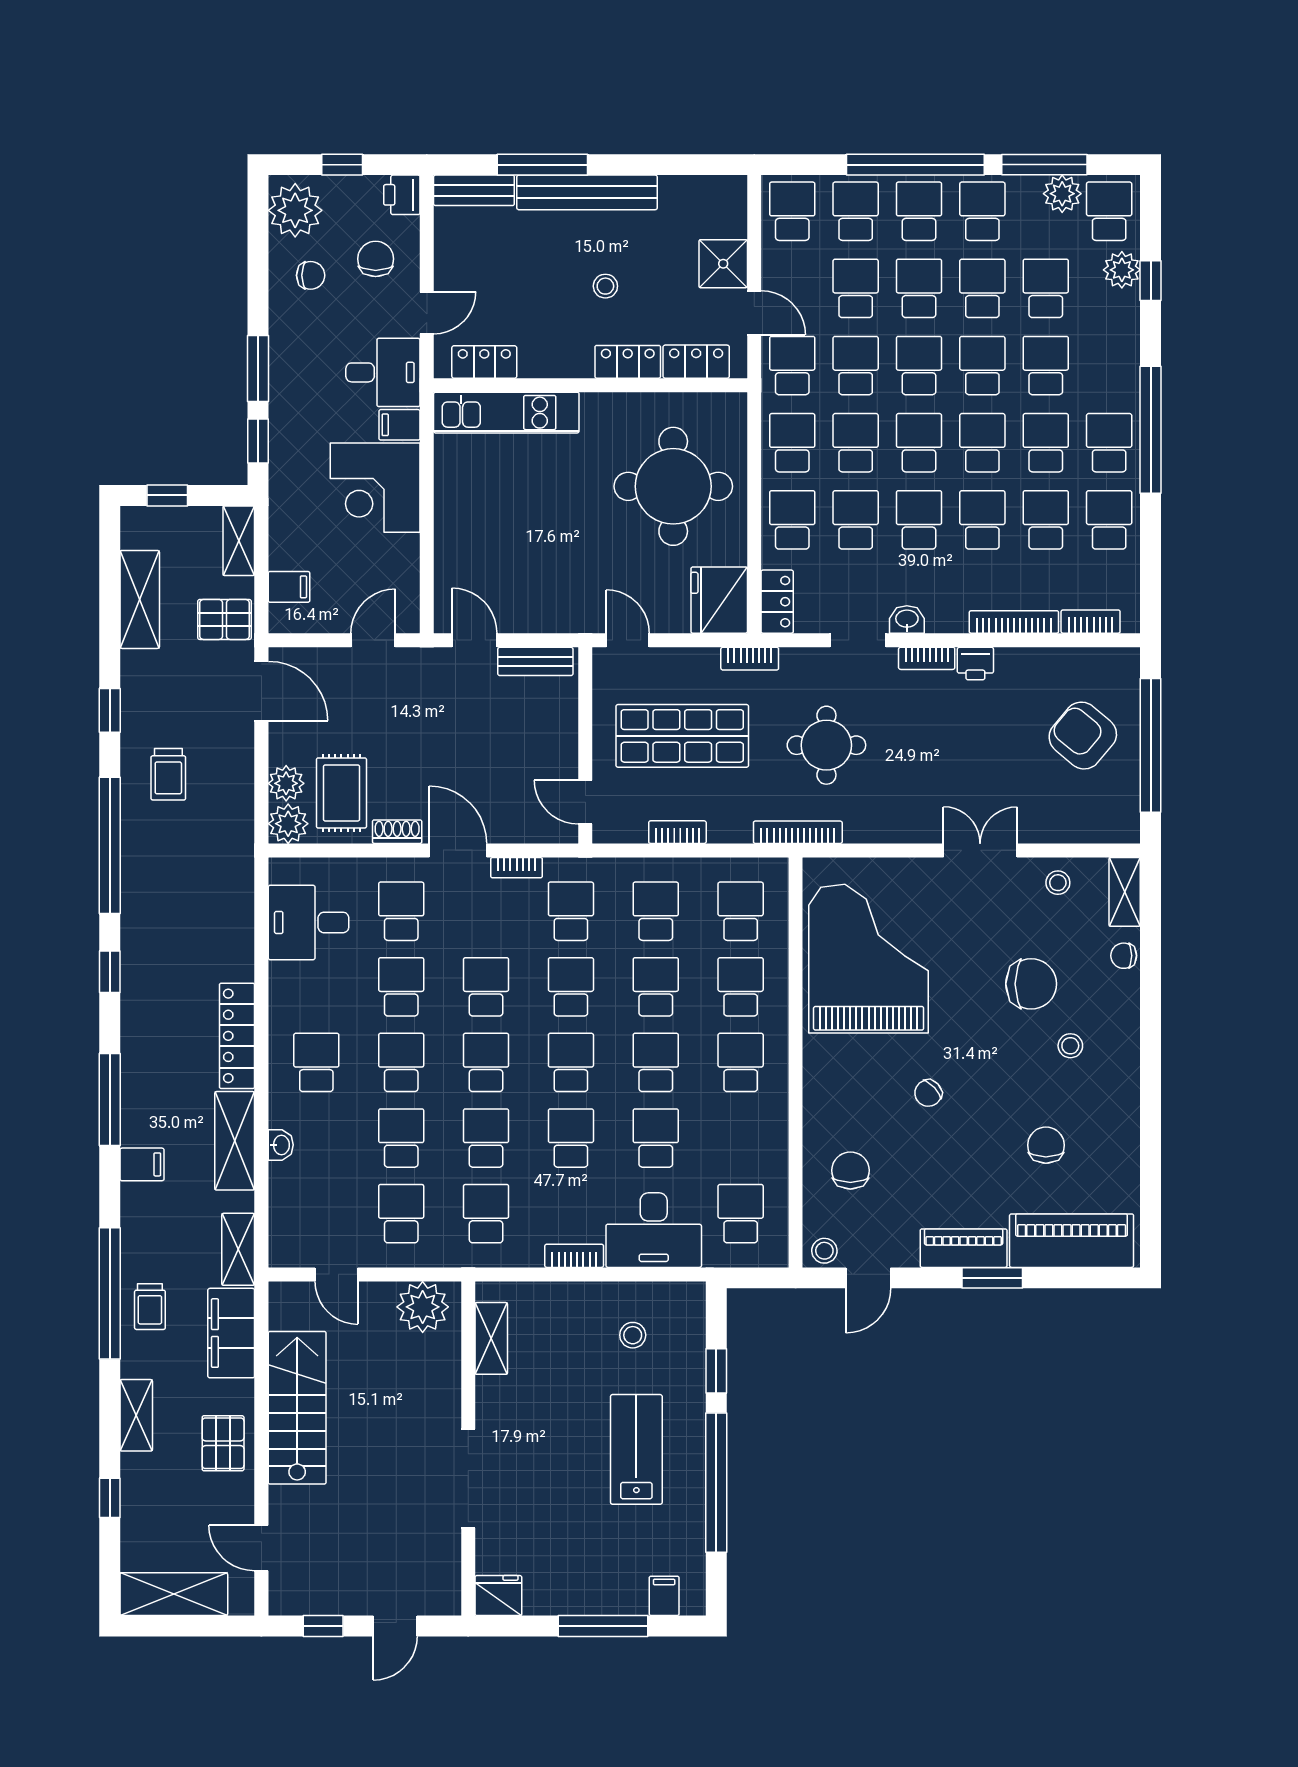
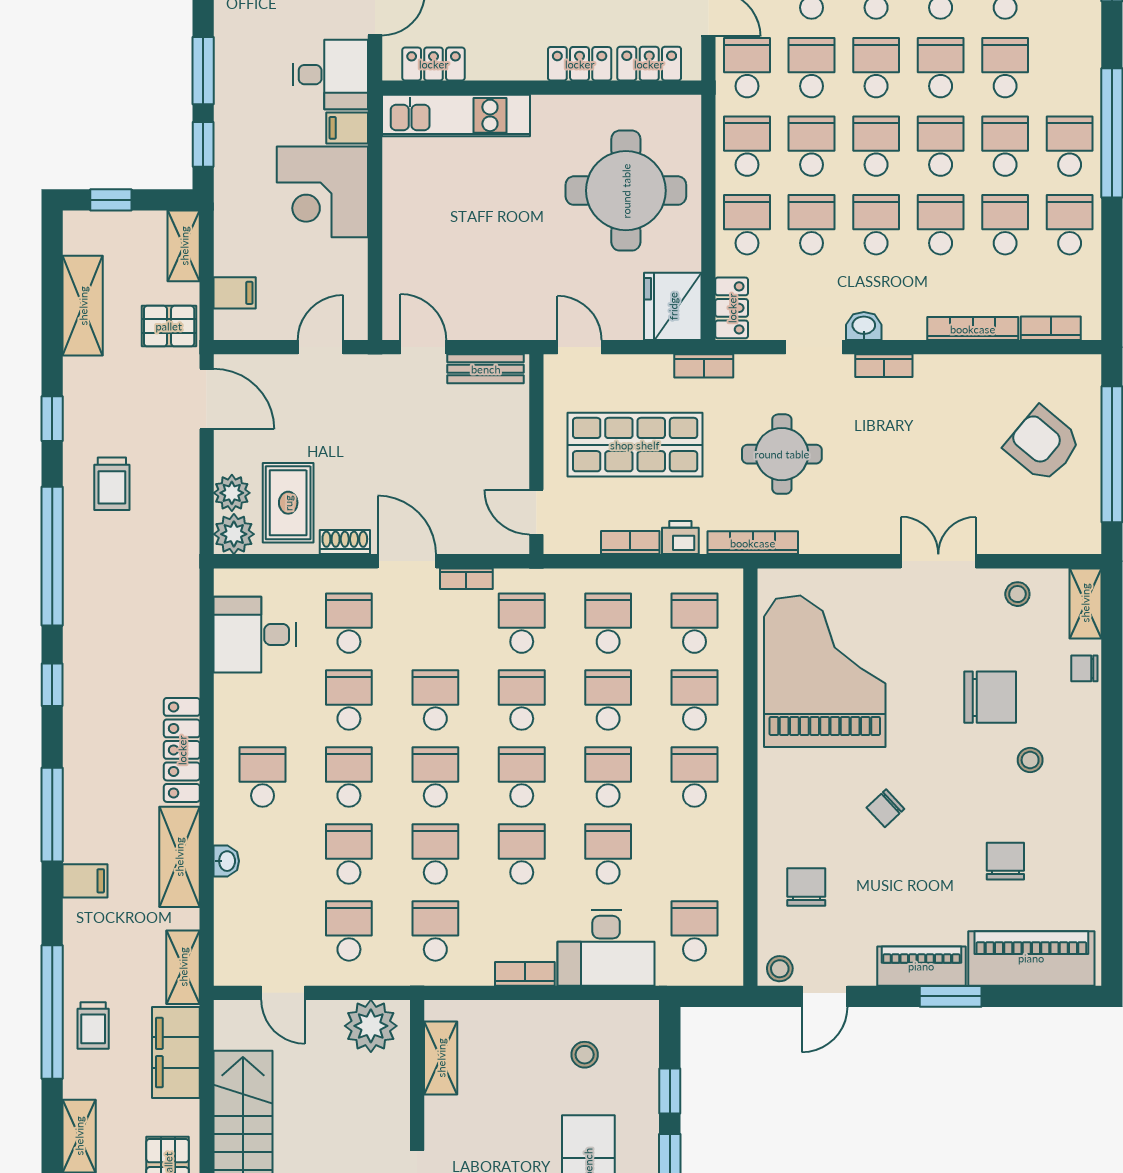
printer: (975, 663) -> (680, 538), moved, turned 180

